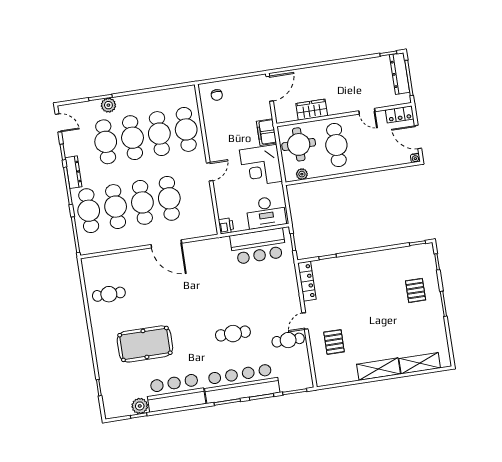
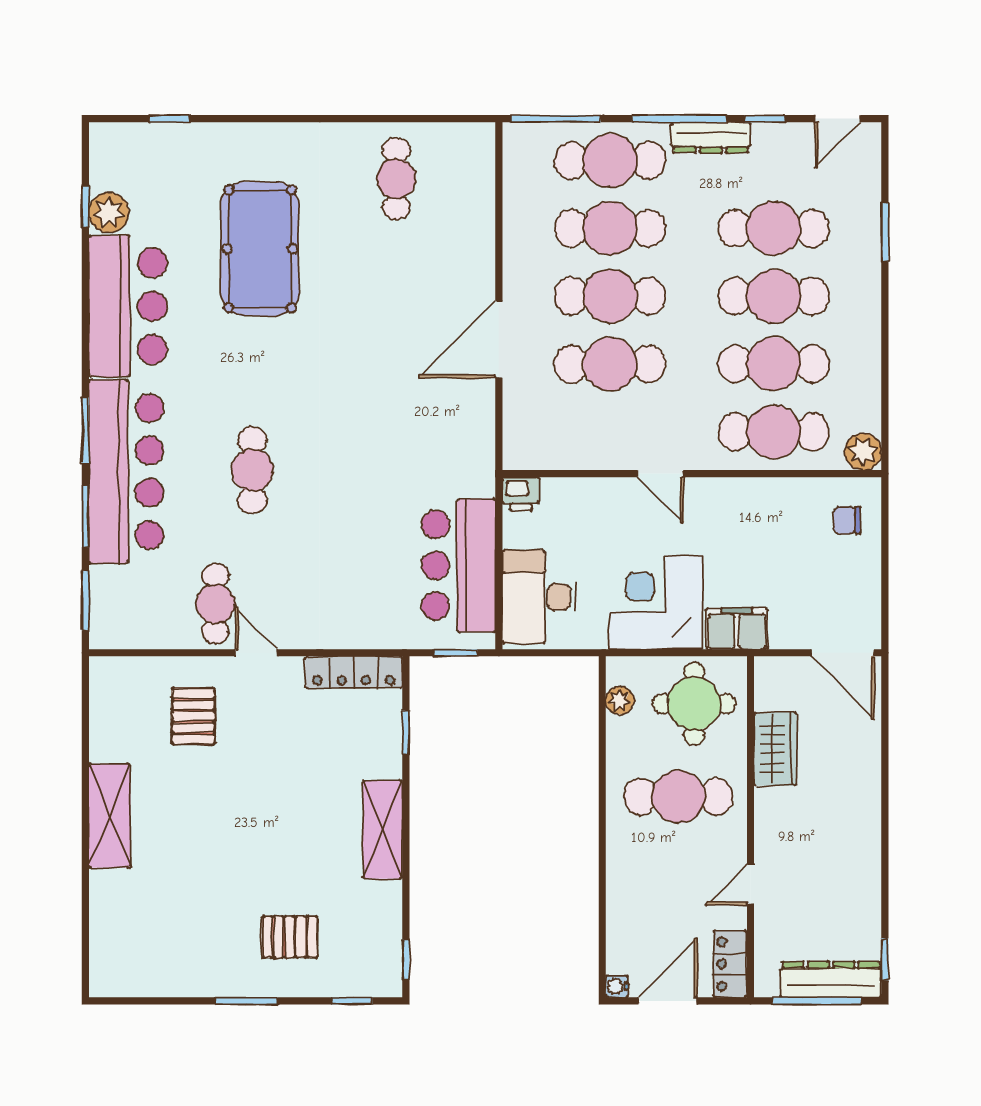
plant: (108, 105) -> (863, 452), moved
pallet: (334, 342) -> (193, 716), turned 90
shelving: (420, 363) -> (383, 829), moved

